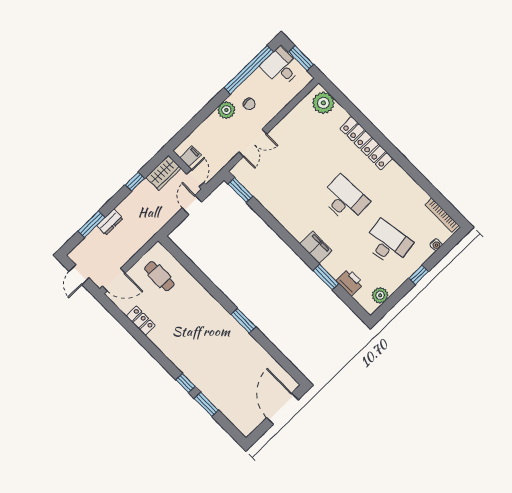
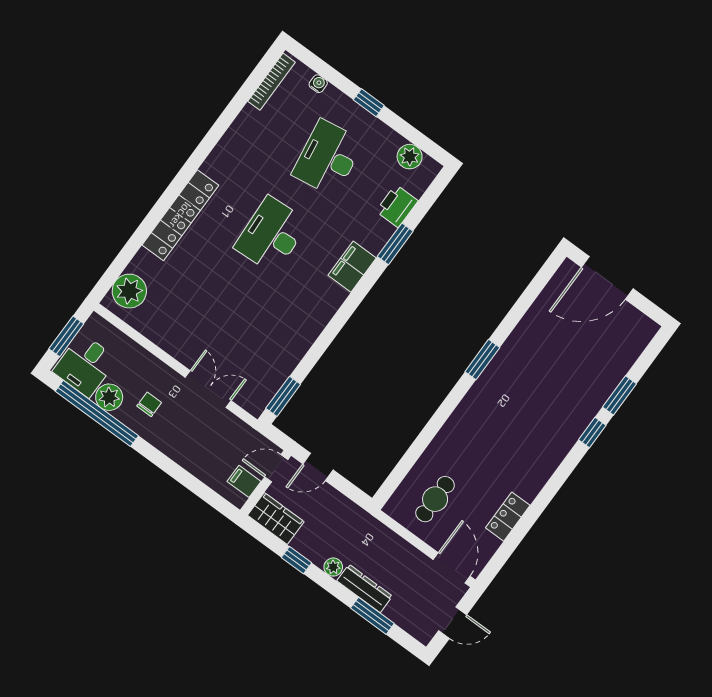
plant: (226, 110) -> (109, 397), moved
plant: (127, 204) -> (333, 567), added
dresser: (110, 222) -> (365, 588), width x1.44

